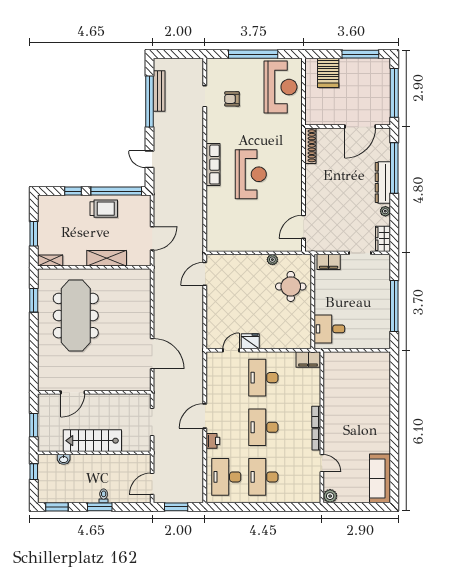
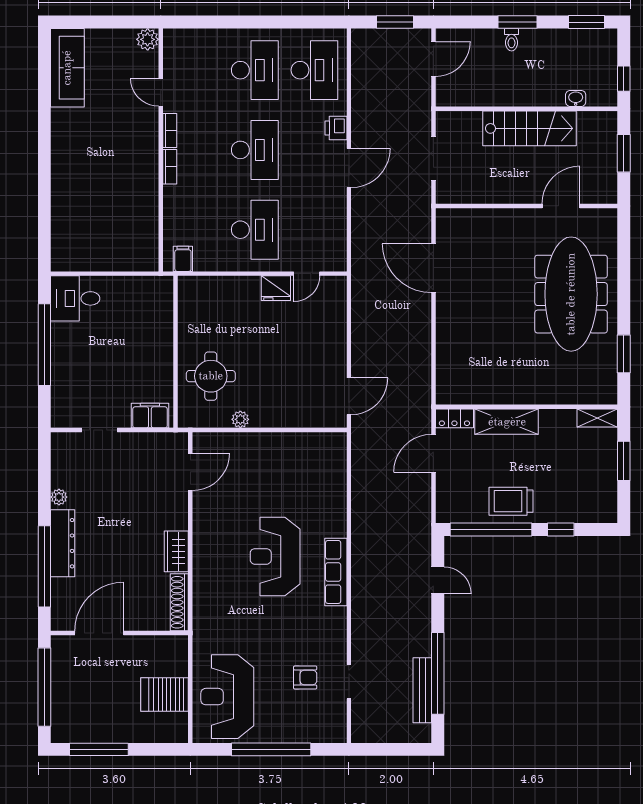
server rack: (328, 73) -> (165, 695), moved, turned -90
wardrobe: (383, 239) -> (176, 551), moved, turned 180
locker: (139, 260) -> (454, 418), added
meeting table: (76, 316) -> (571, 294), moved
desk: (329, 329) -> (75, 298), moved, turned 180
filing cabinet: (308, 359) -> (183, 259), width x0.50

